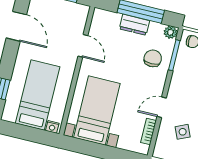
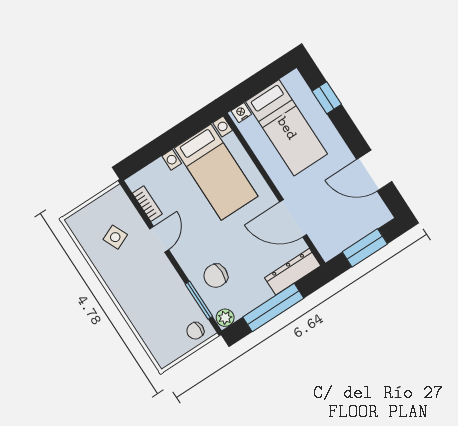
dresser: (134, 25) -> (293, 272), moved, width x1.44
door: (83, 46) -> (293, 218), width x1.37
chair: (153, 58) -> (216, 276), turned 90

